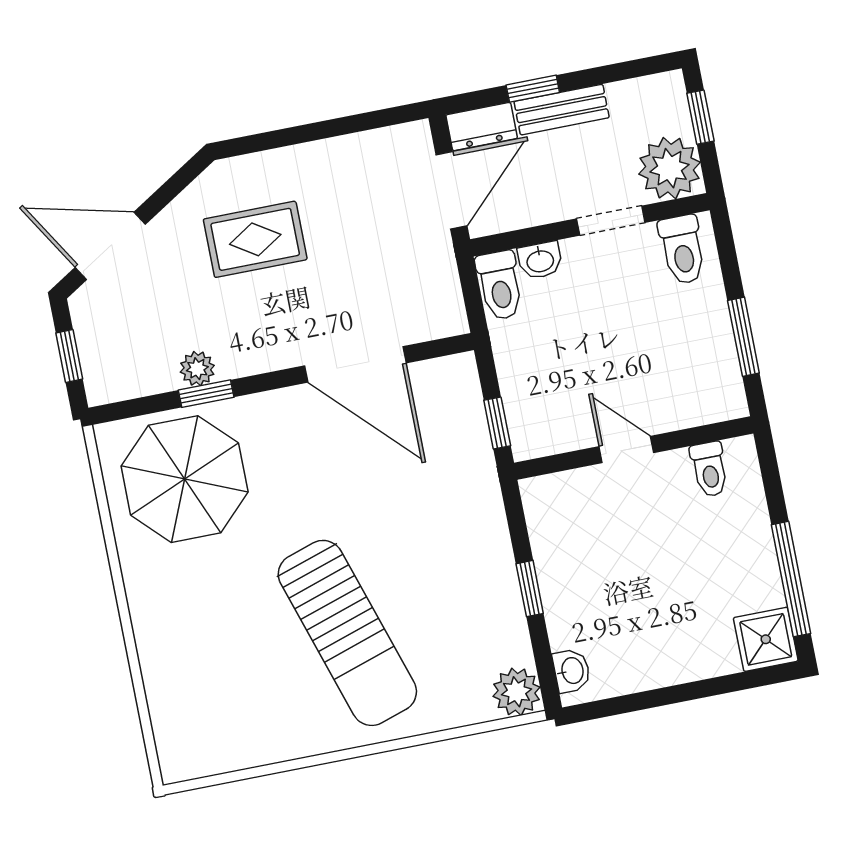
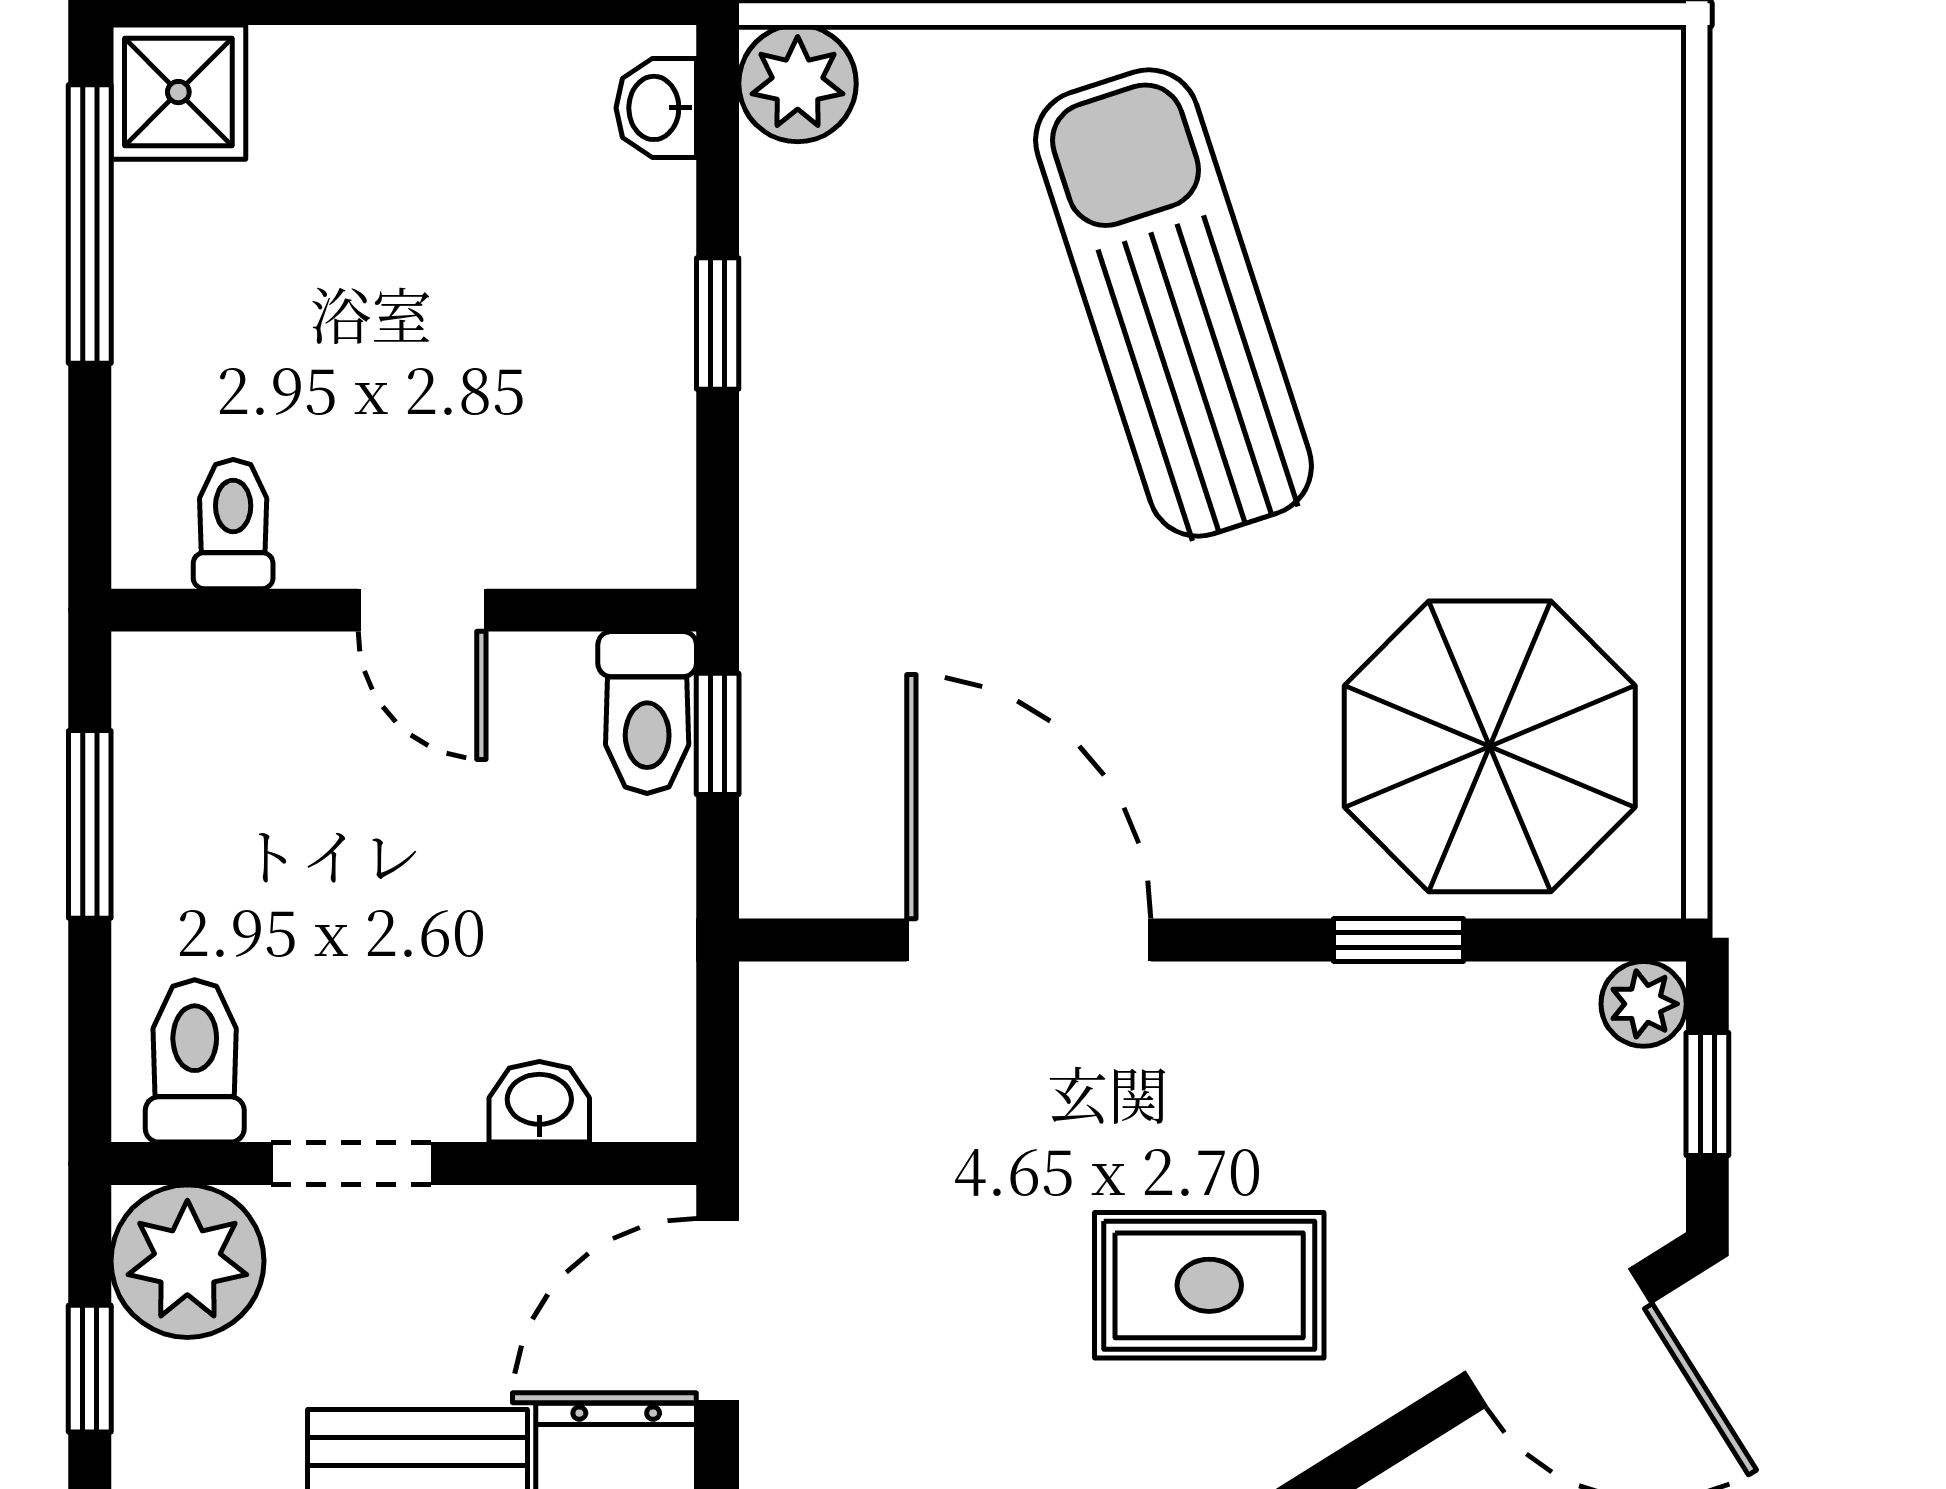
toilet: (500, 285) -> (647, 712), moved, turned 180
plant: (197, 369) -> (1644, 1004), moved

